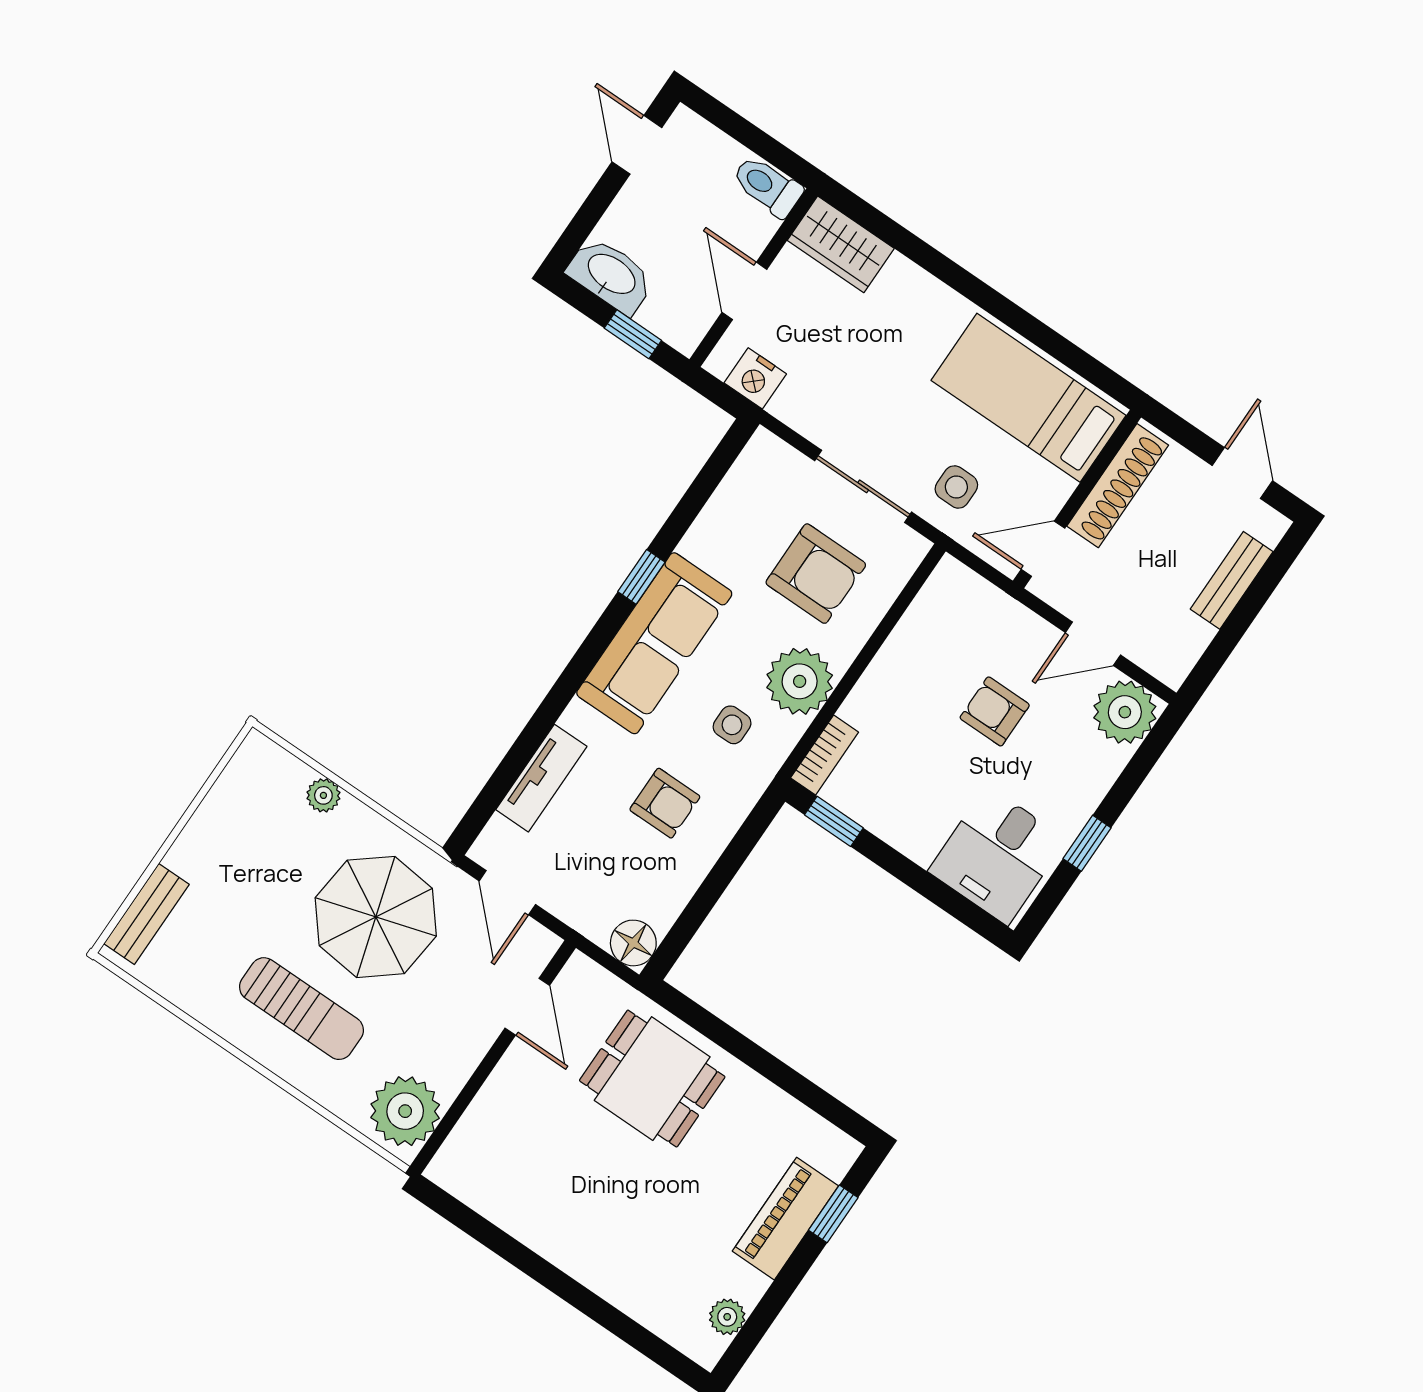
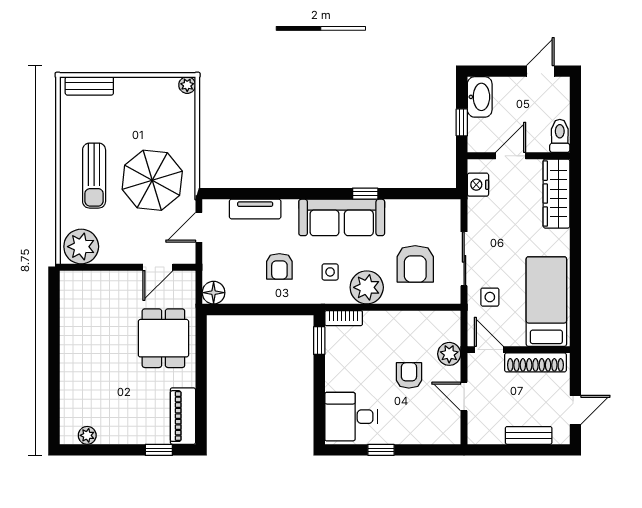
wardrobe: (841, 244) -> (557, 194), width x1.50
plant: (1125, 712) -> (449, 354), moved, width x0.73, depth x0.73
plant: (323, 795) -> (187, 85), moved
piano: (785, 1219) -> (183, 416), moved, turned -90

